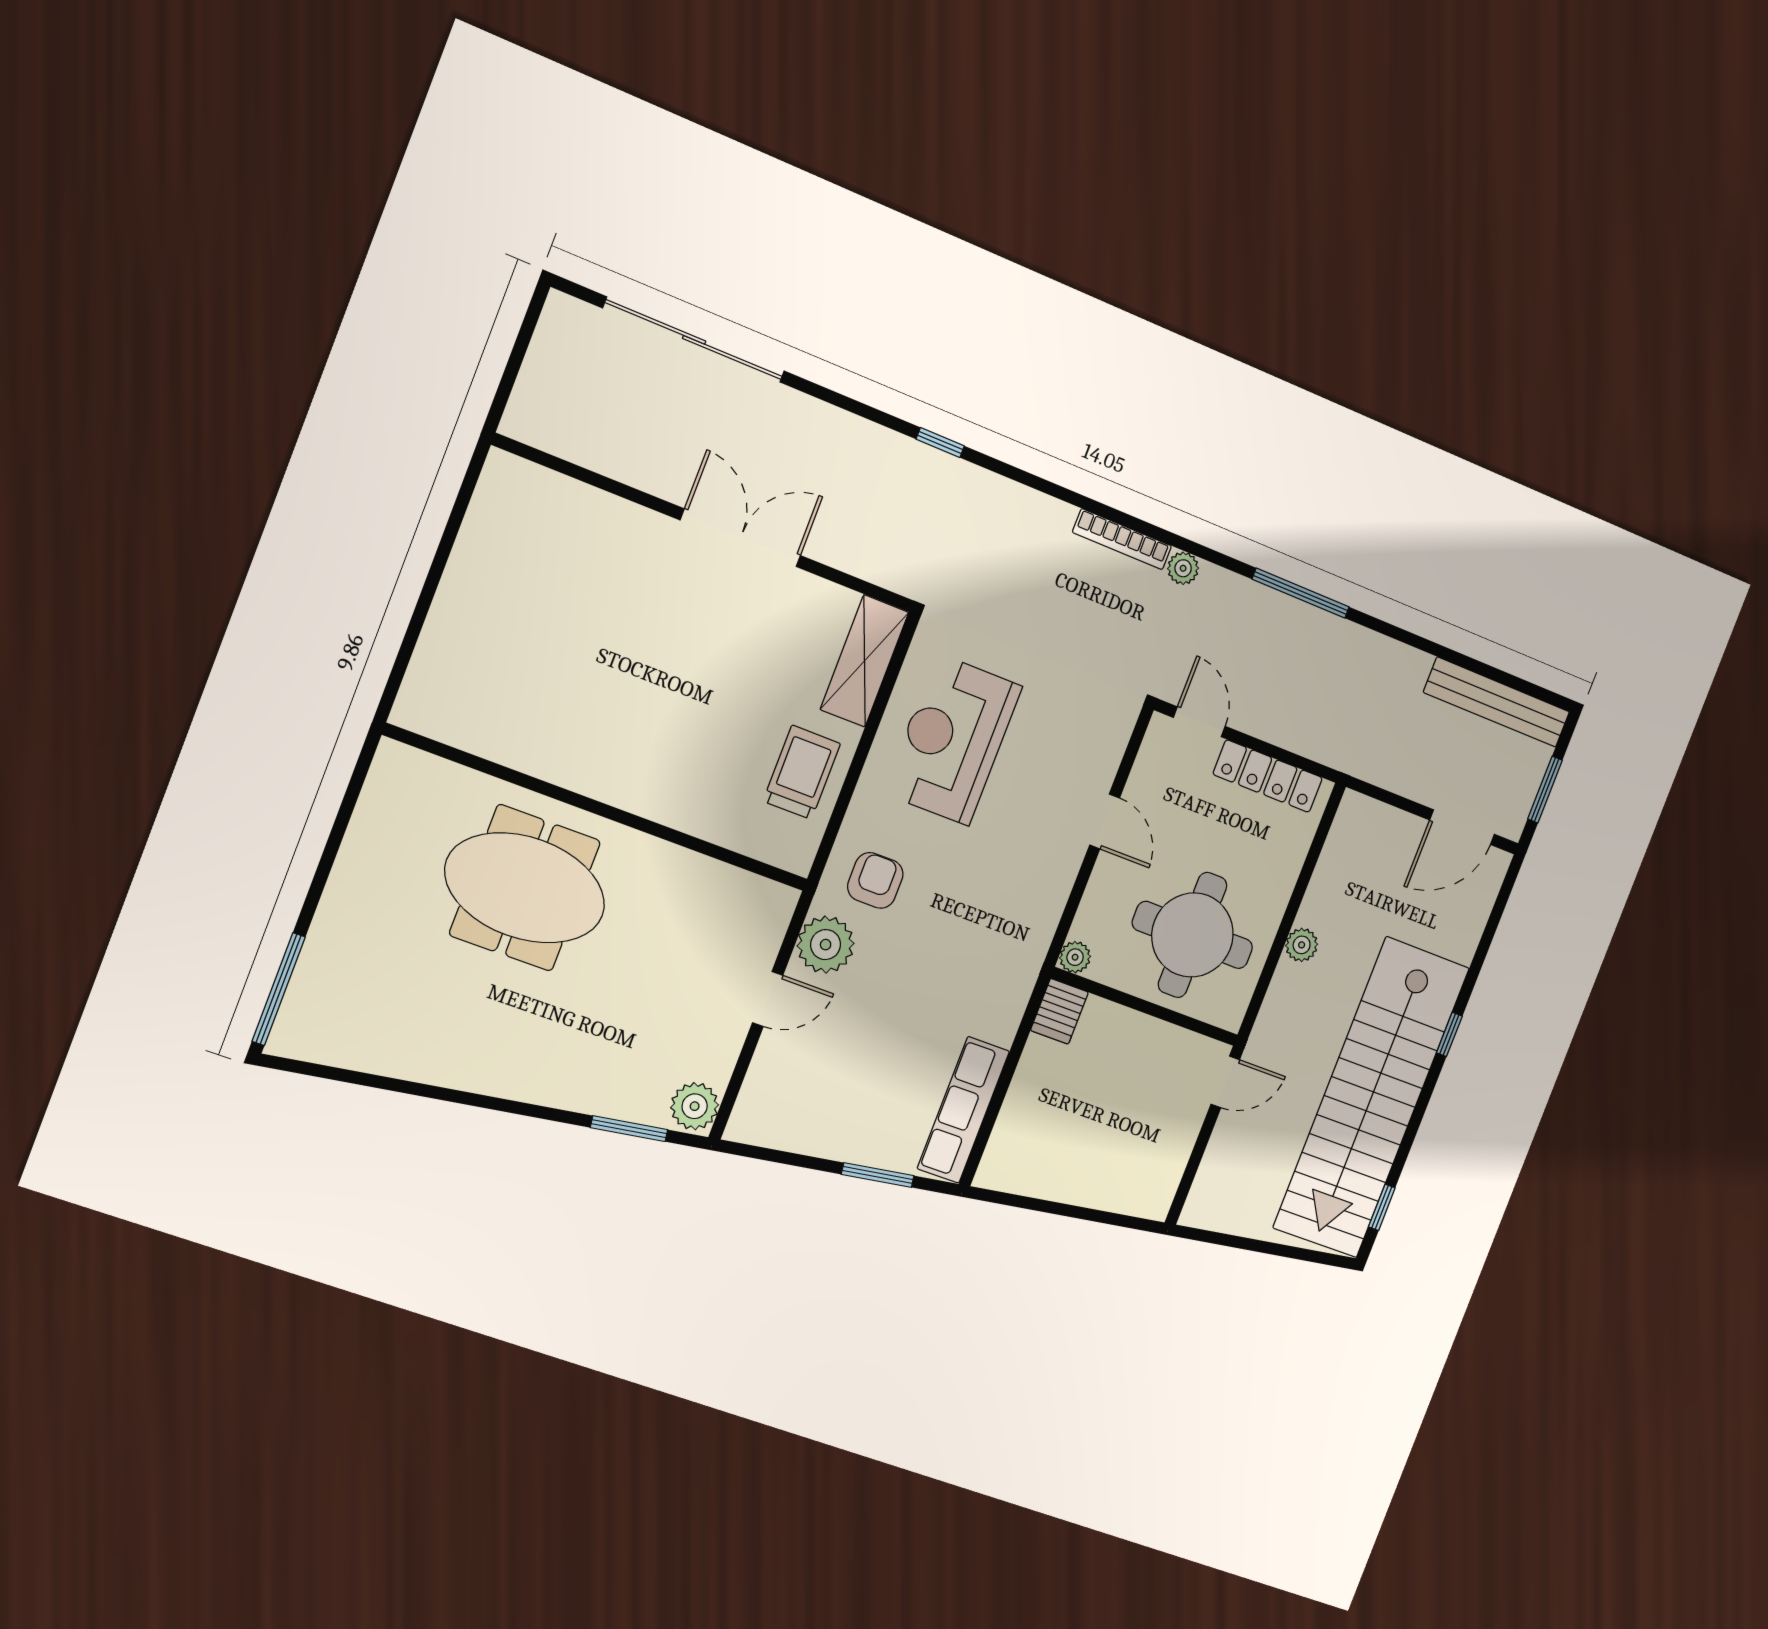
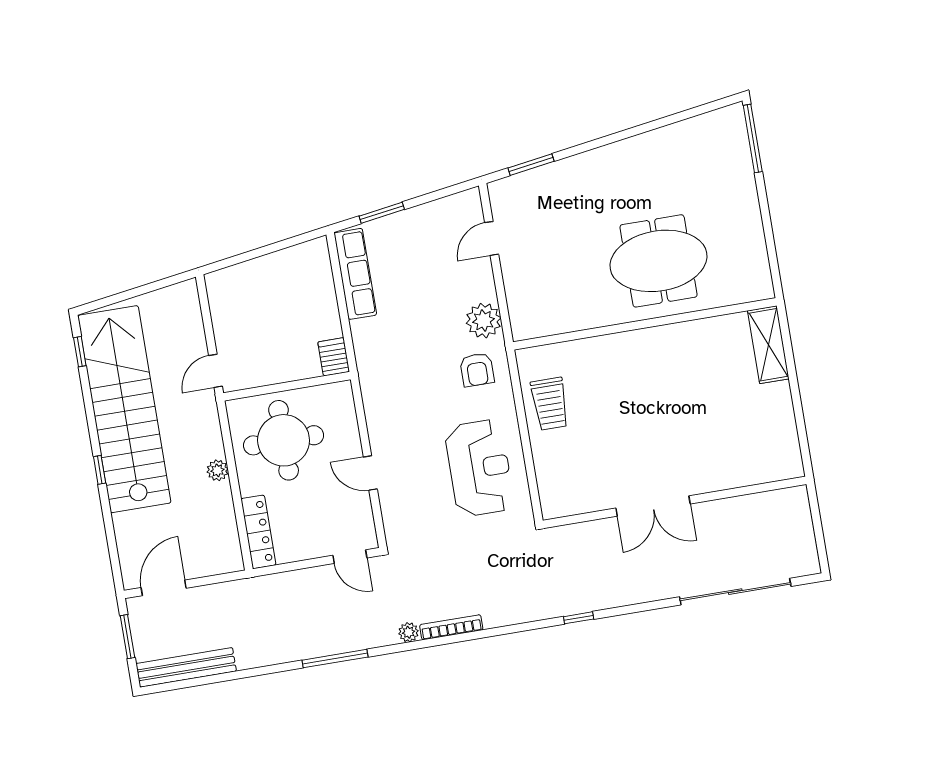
shelving: (864, 661) -> (768, 345), moved
locker: (1268, 776) -> (258, 532), moved, turned 90
plant: (1075, 957) -> (343, 391), removed
door: (768, 999) -> (492, 238), moved
plant: (695, 1106) -> (503, 196), removed

